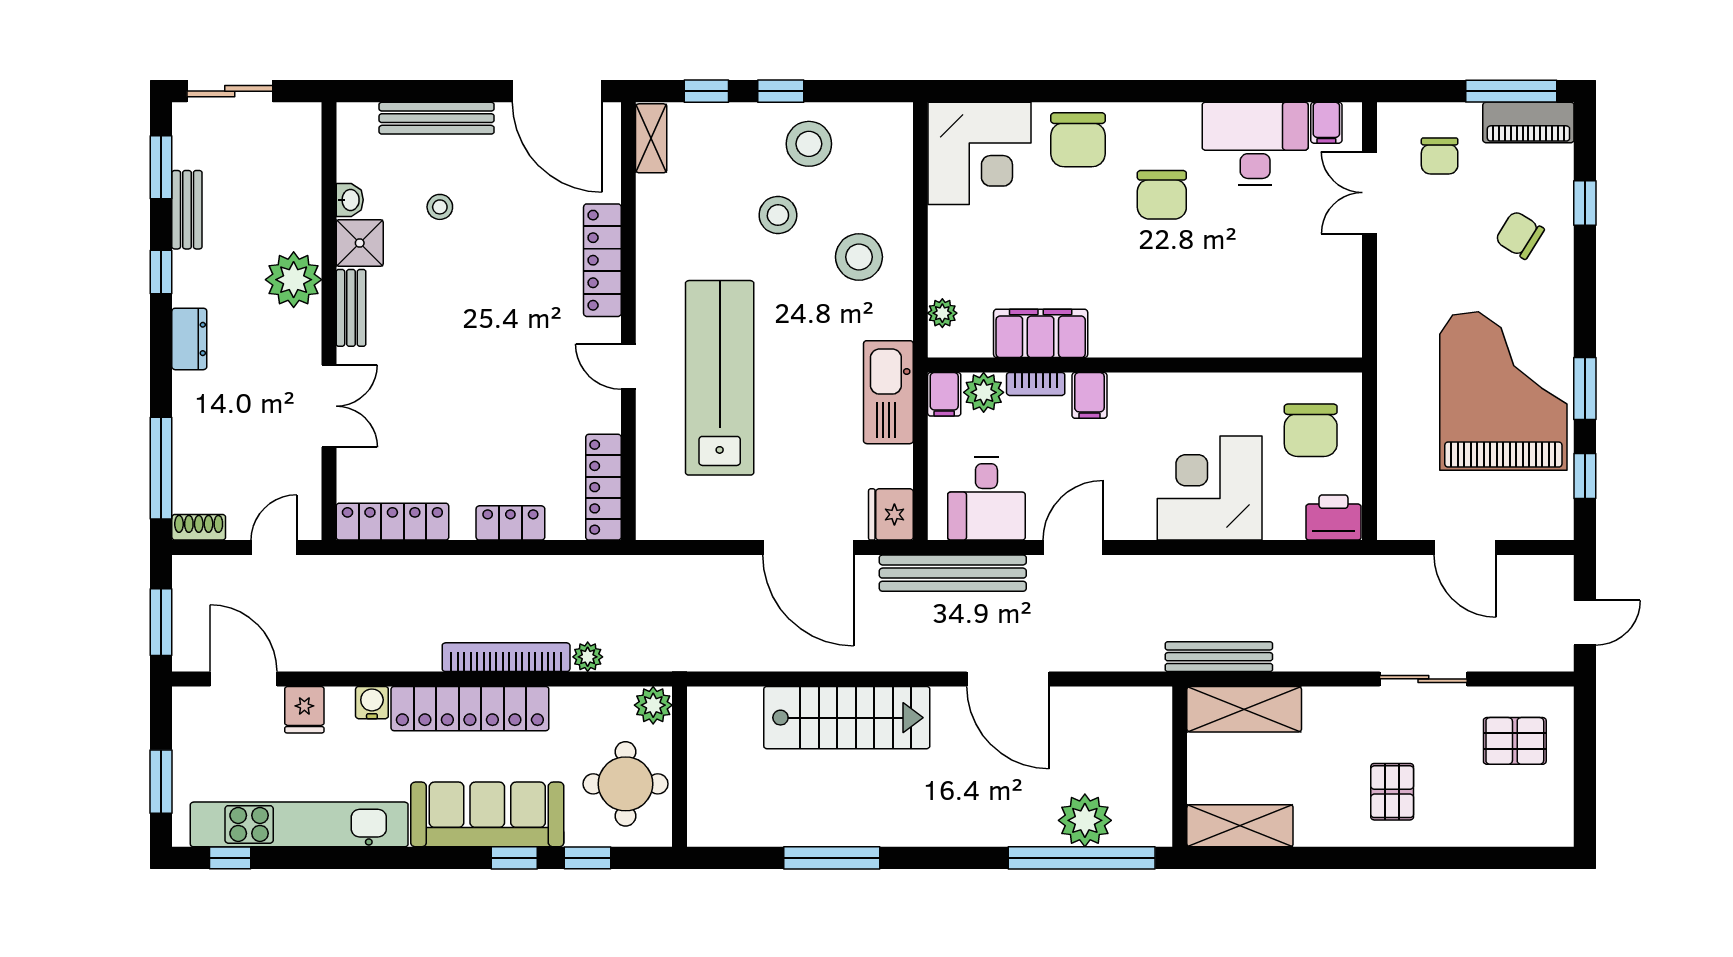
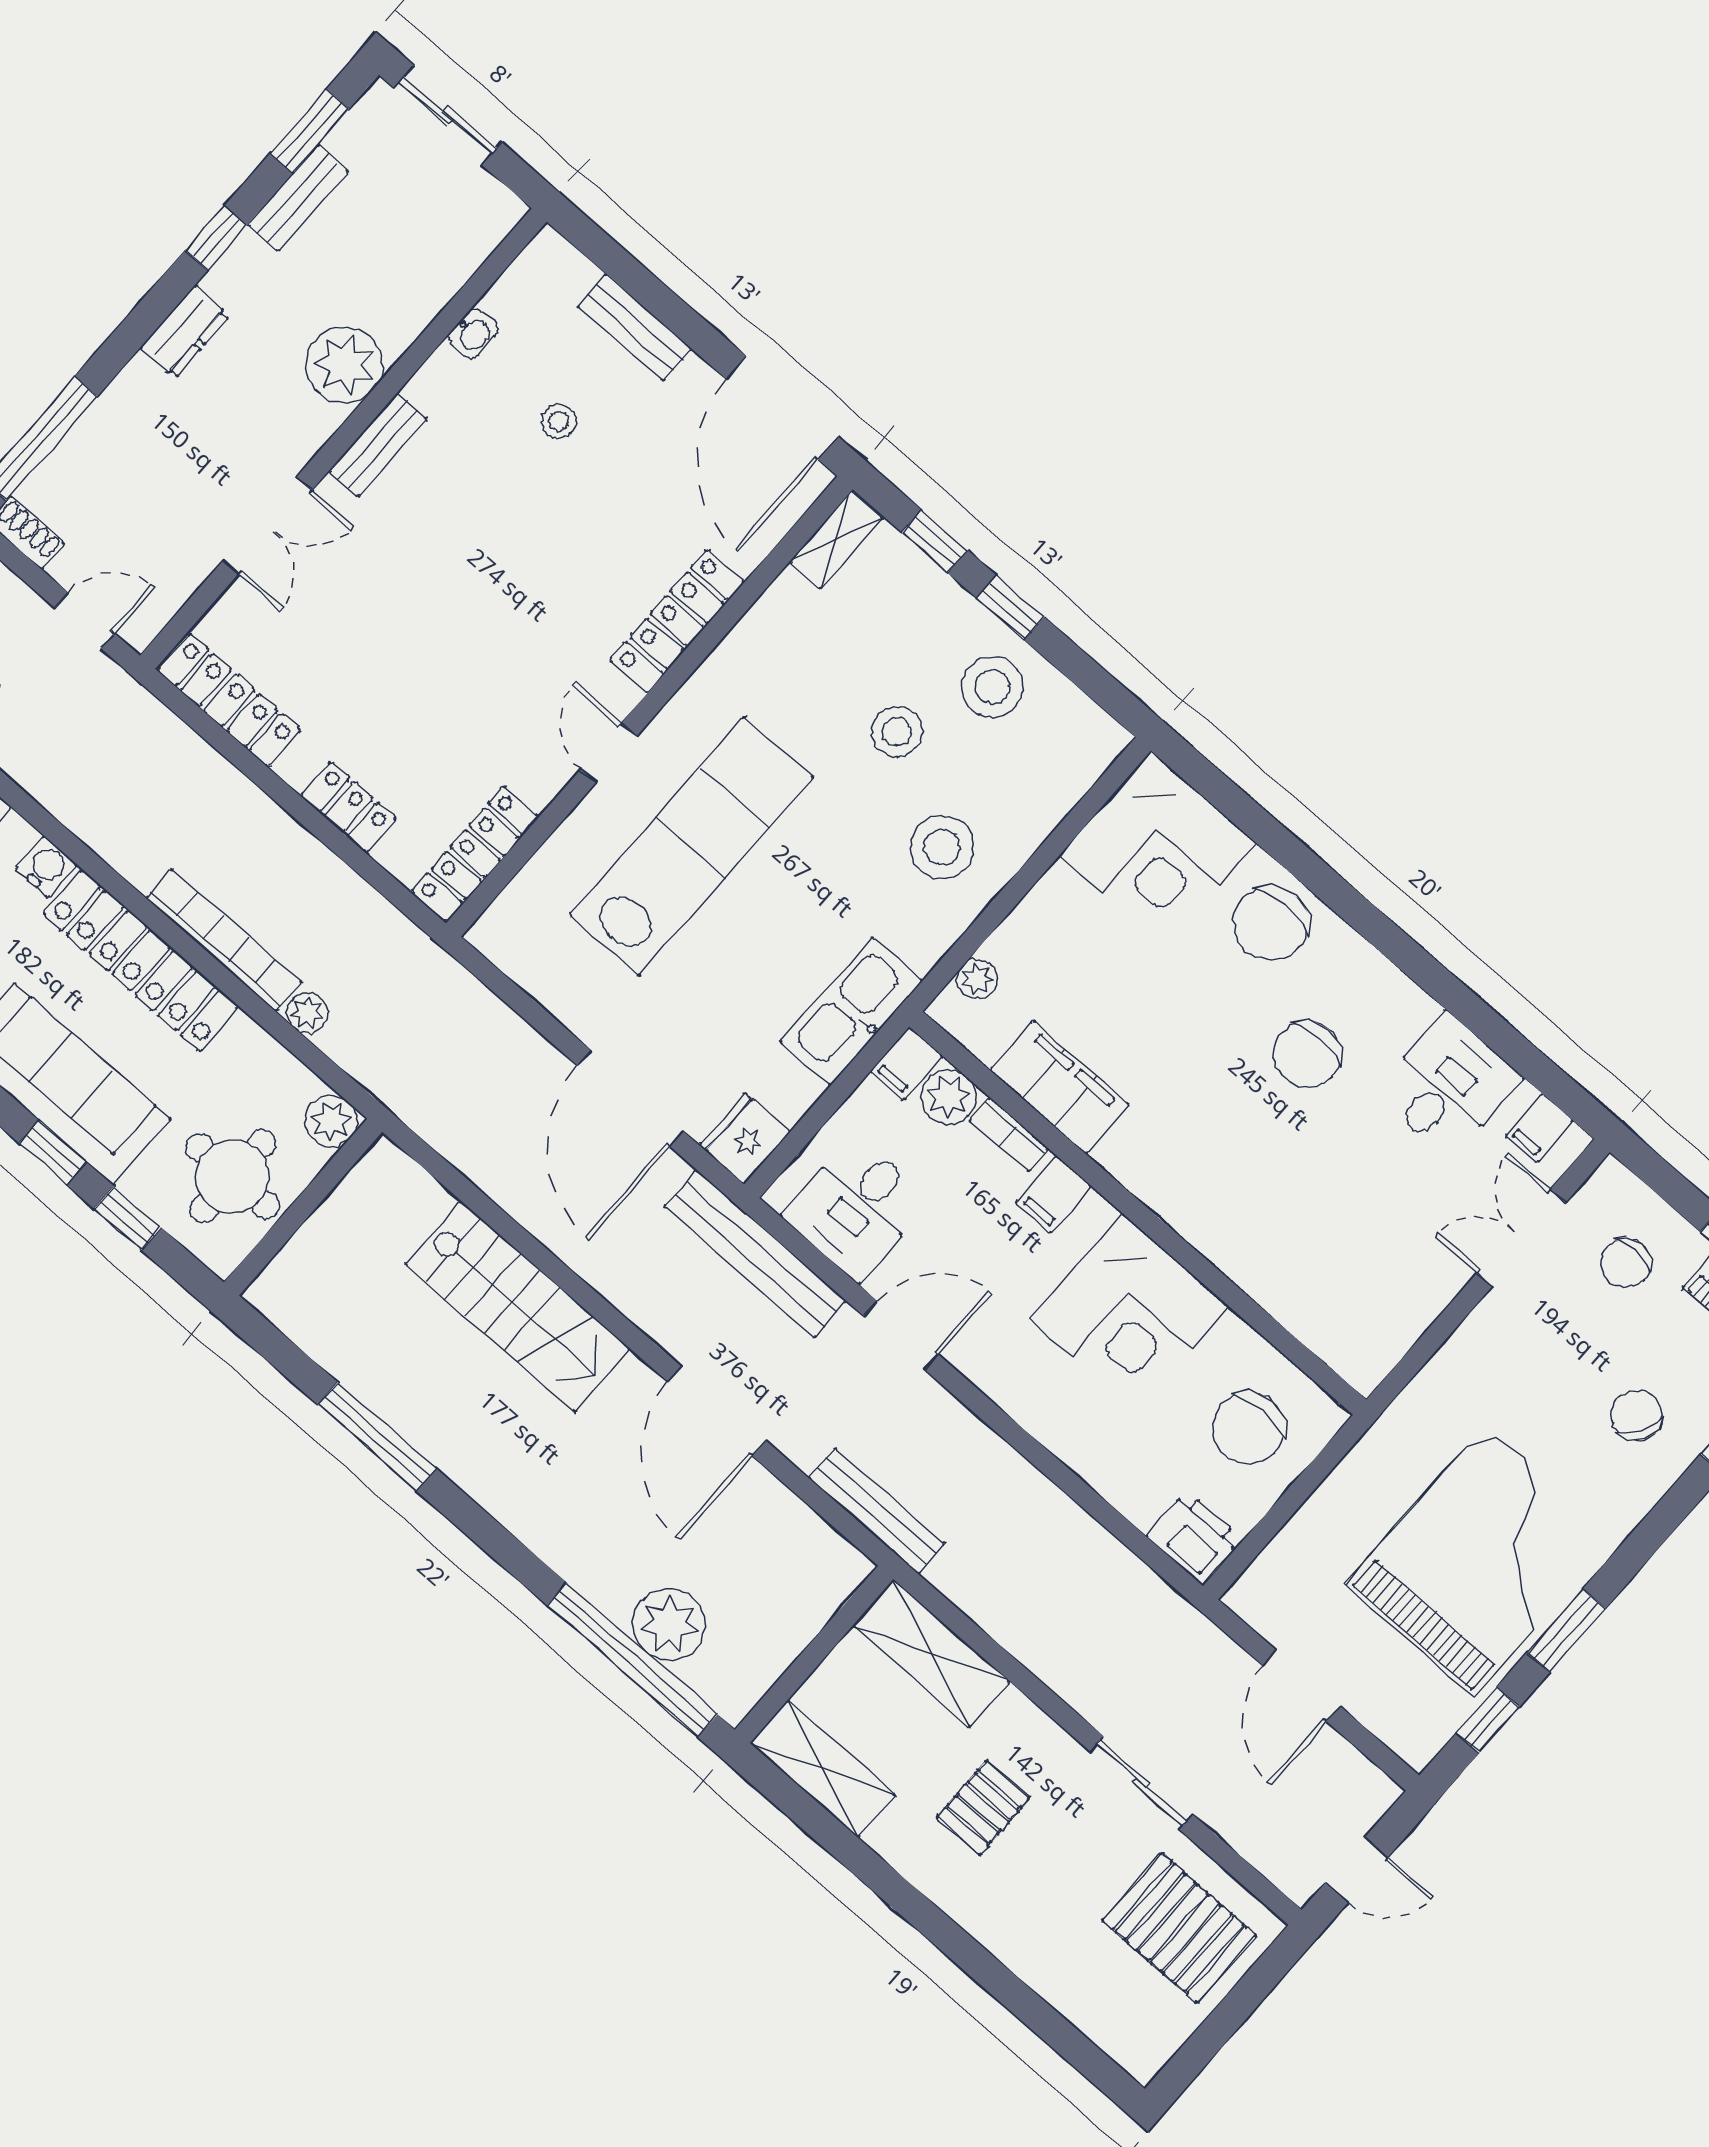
bench: (437, 118) -> (635, 328), width x0.73
desk: (1255, 144) -> (1448, 1086), width x0.73
shower: (360, 243) -> (445, 386), removed
corner desk: (1210, 488) -> (1129, 1313), moved, turned 180
bench: (1219, 657) -> (877, 1511), moved
pallet: (1515, 741) -> (1179, 1928), width x1.50, depth x1.42
pallet: (1392, 792) -> (983, 1808), moved

